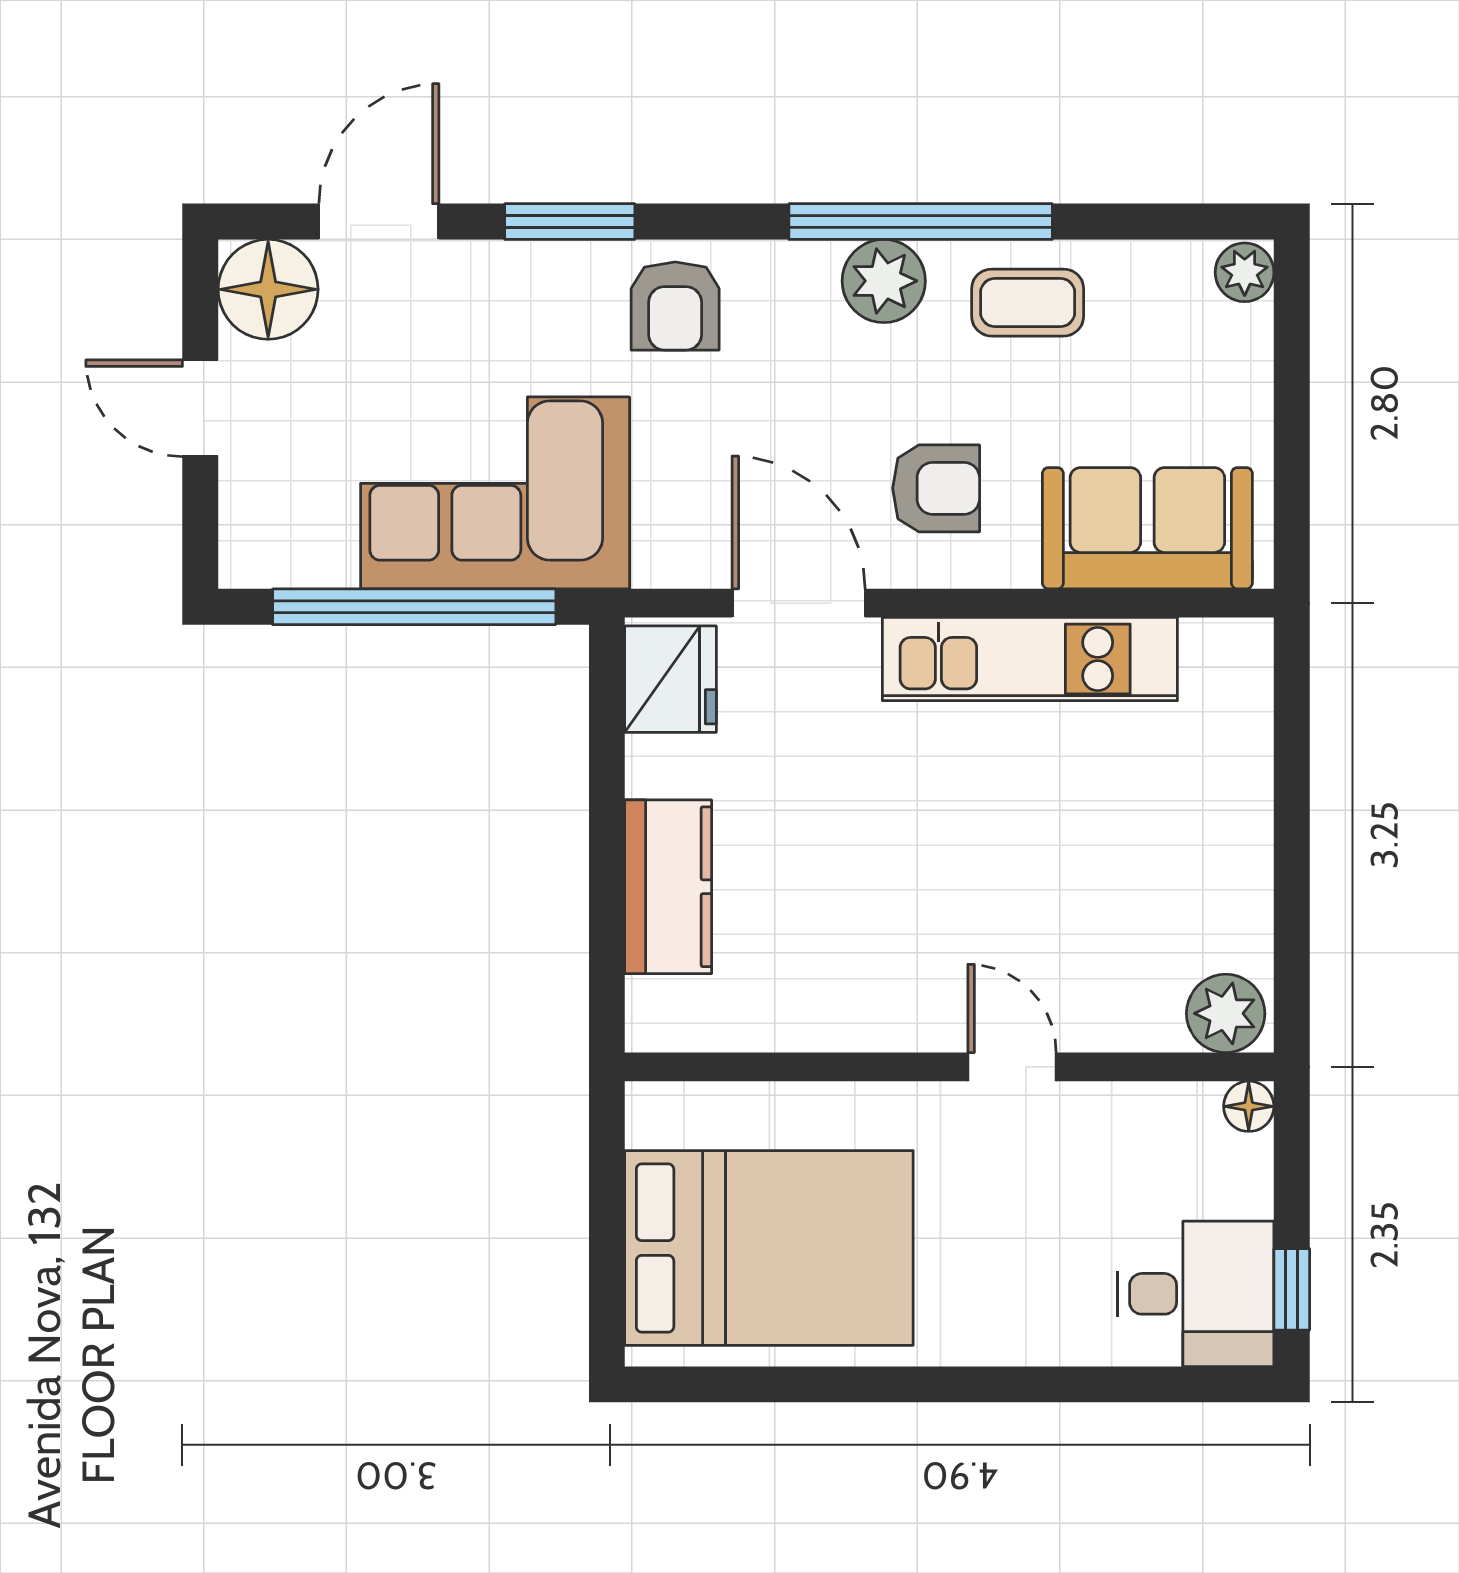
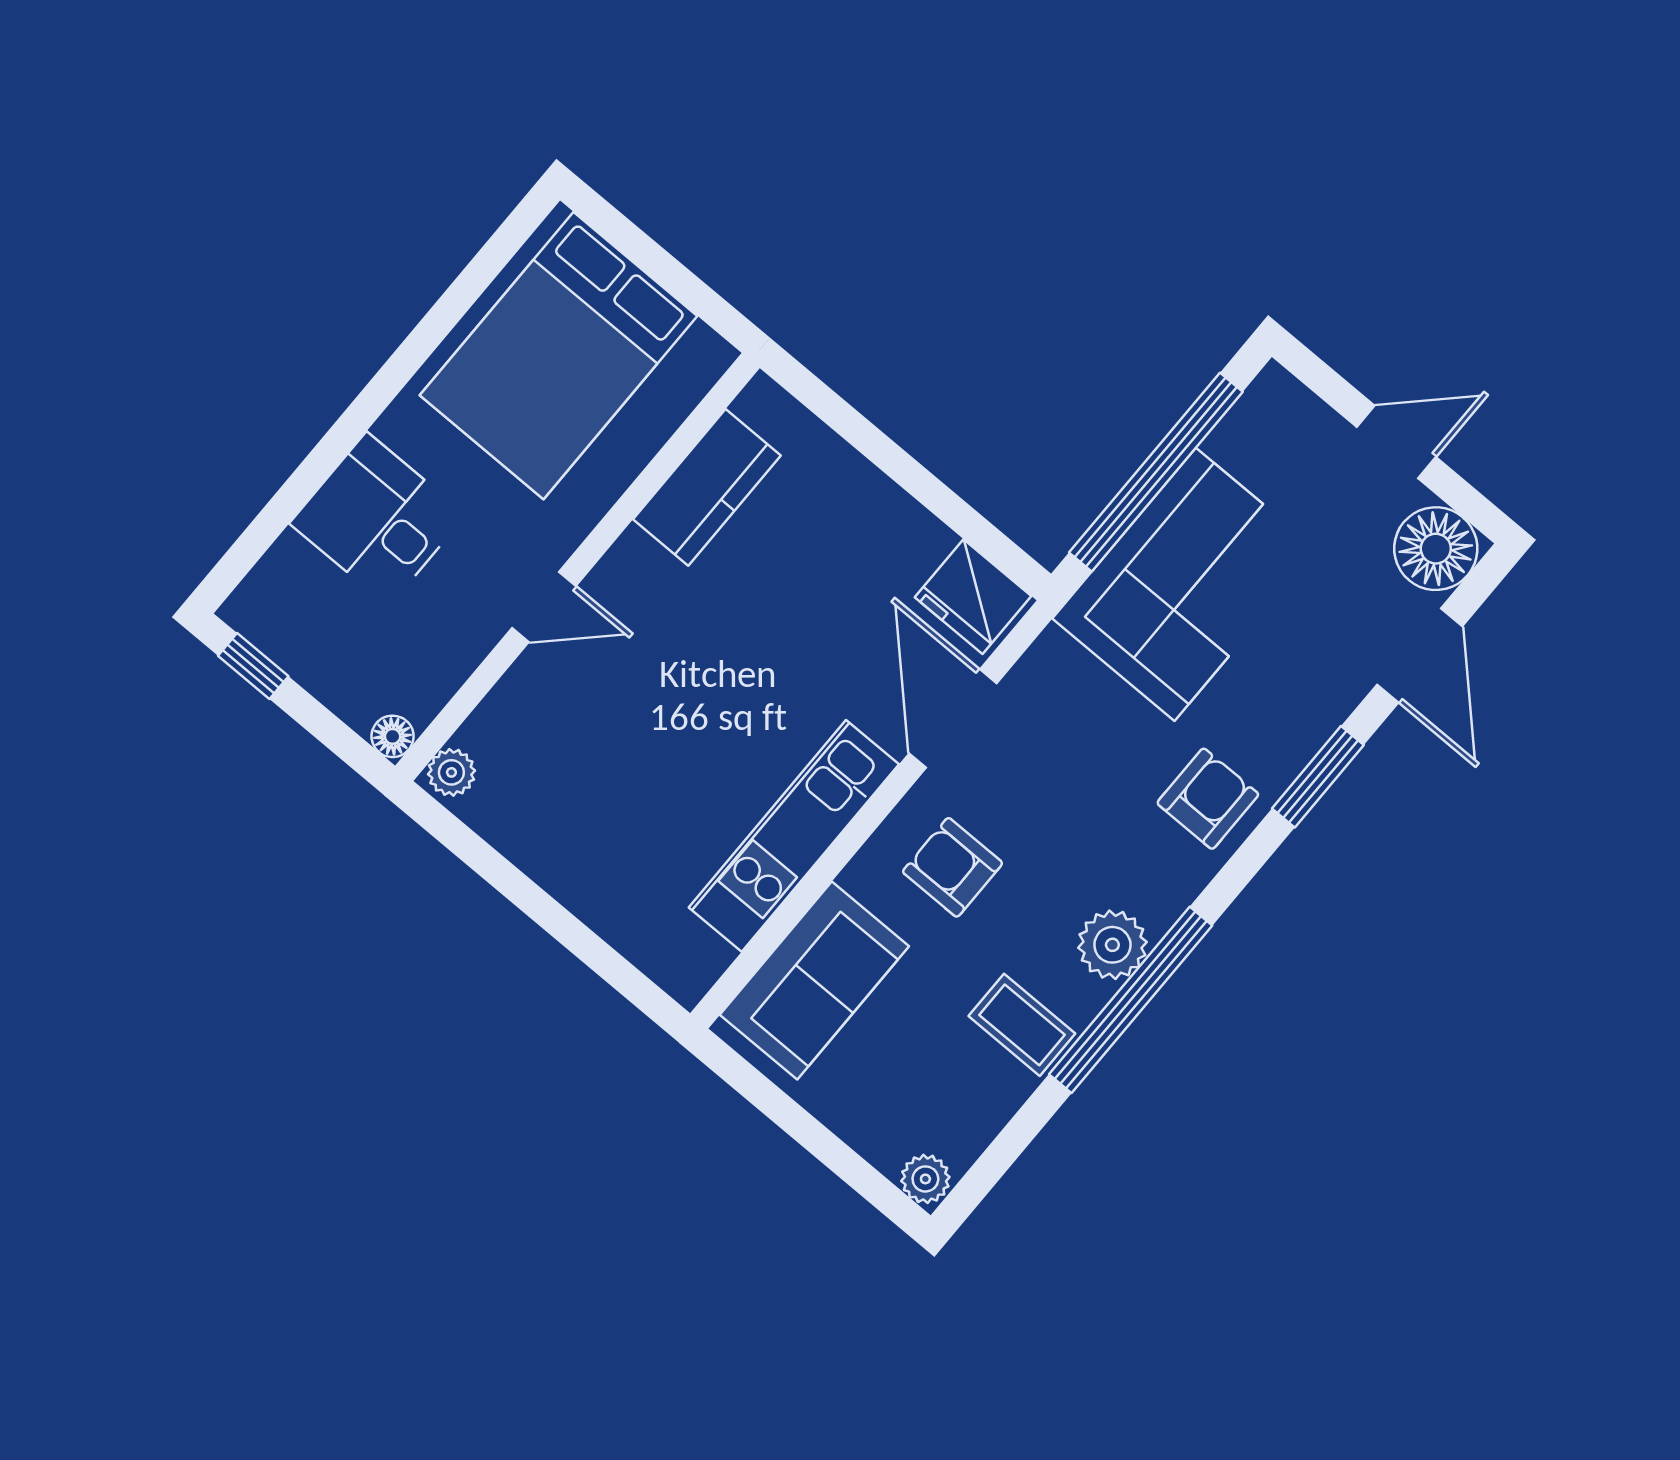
coffee table: (1028, 303) -> (1022, 1025), turned 90
armchair: (675, 306) -> (1208, 799), turned 90
armchair: (936, 488) -> (953, 867), turned 90
door: (799, 603) -> (953, 719), swing flipped
kitchen counter: (668, 887) -> (707, 487), moved, turned -90
plant: (1226, 1013) -> (451, 772), width x0.73, depth x0.73
desk: (1195, 1294) -> (378, 519), moved, turned 90

